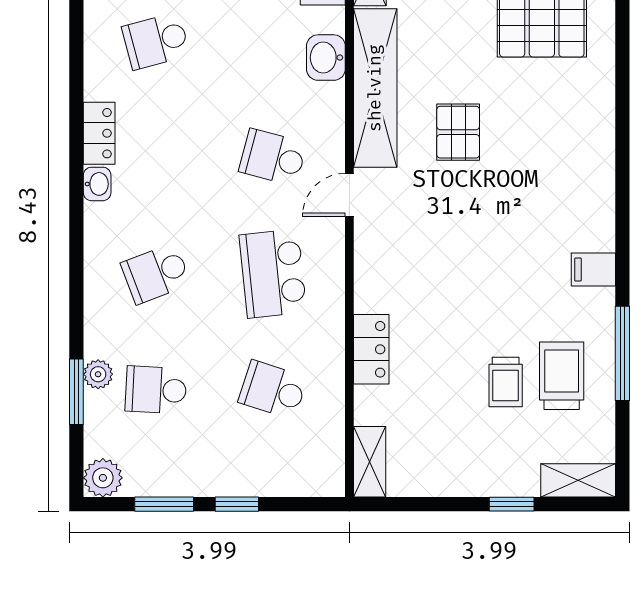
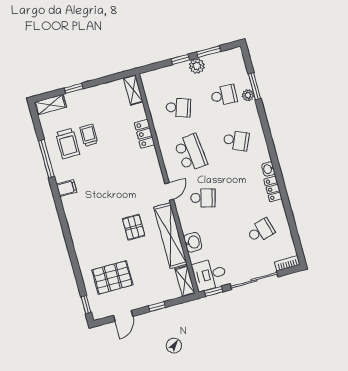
school desk: (156, 274) -> (236, 140), turned 45
plant: (103, 478) -> (197, 66), moved

